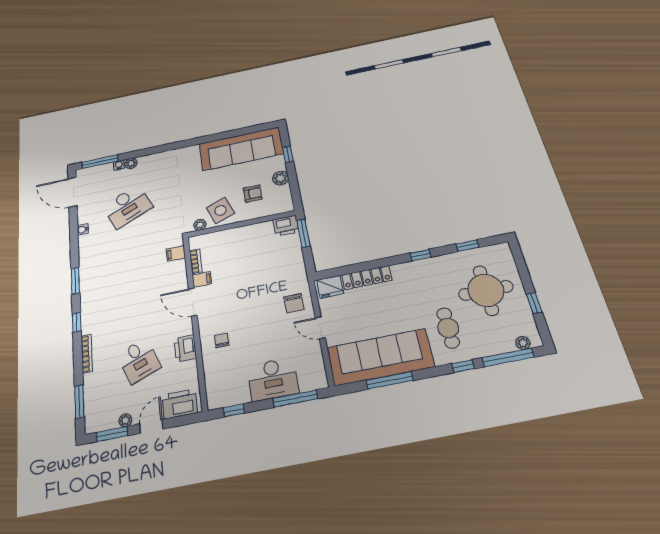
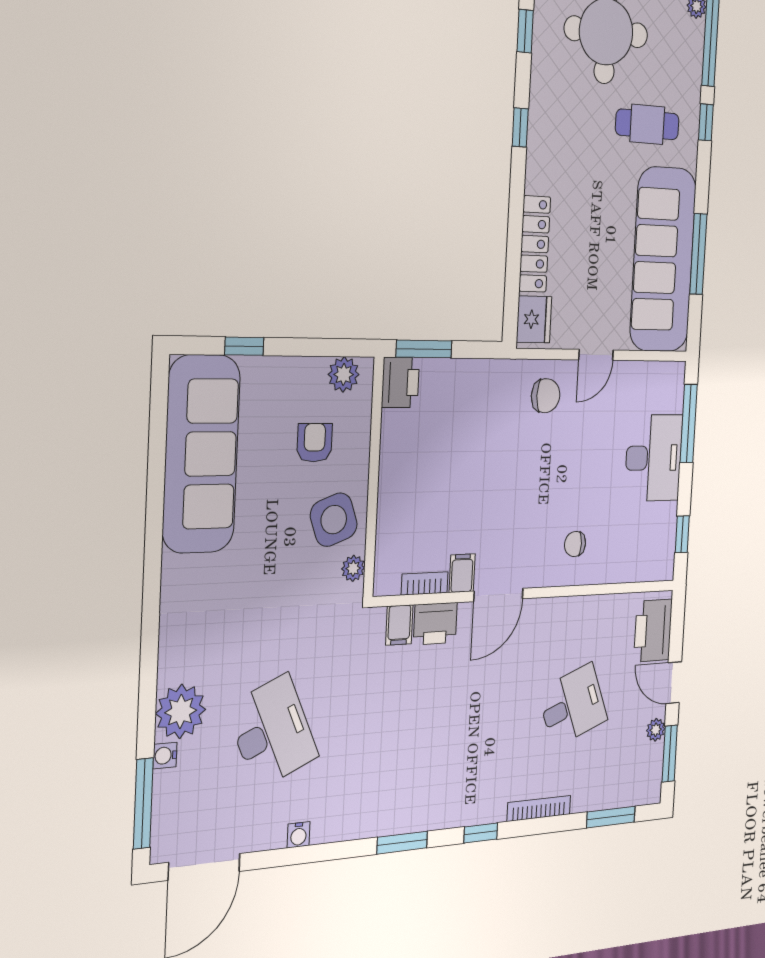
plant: (131, 163) -> (181, 711), width x1.88, depth x1.88
plant: (281, 178) -> (344, 374), moved
printer: (185, 348) -> (435, 624), moved

